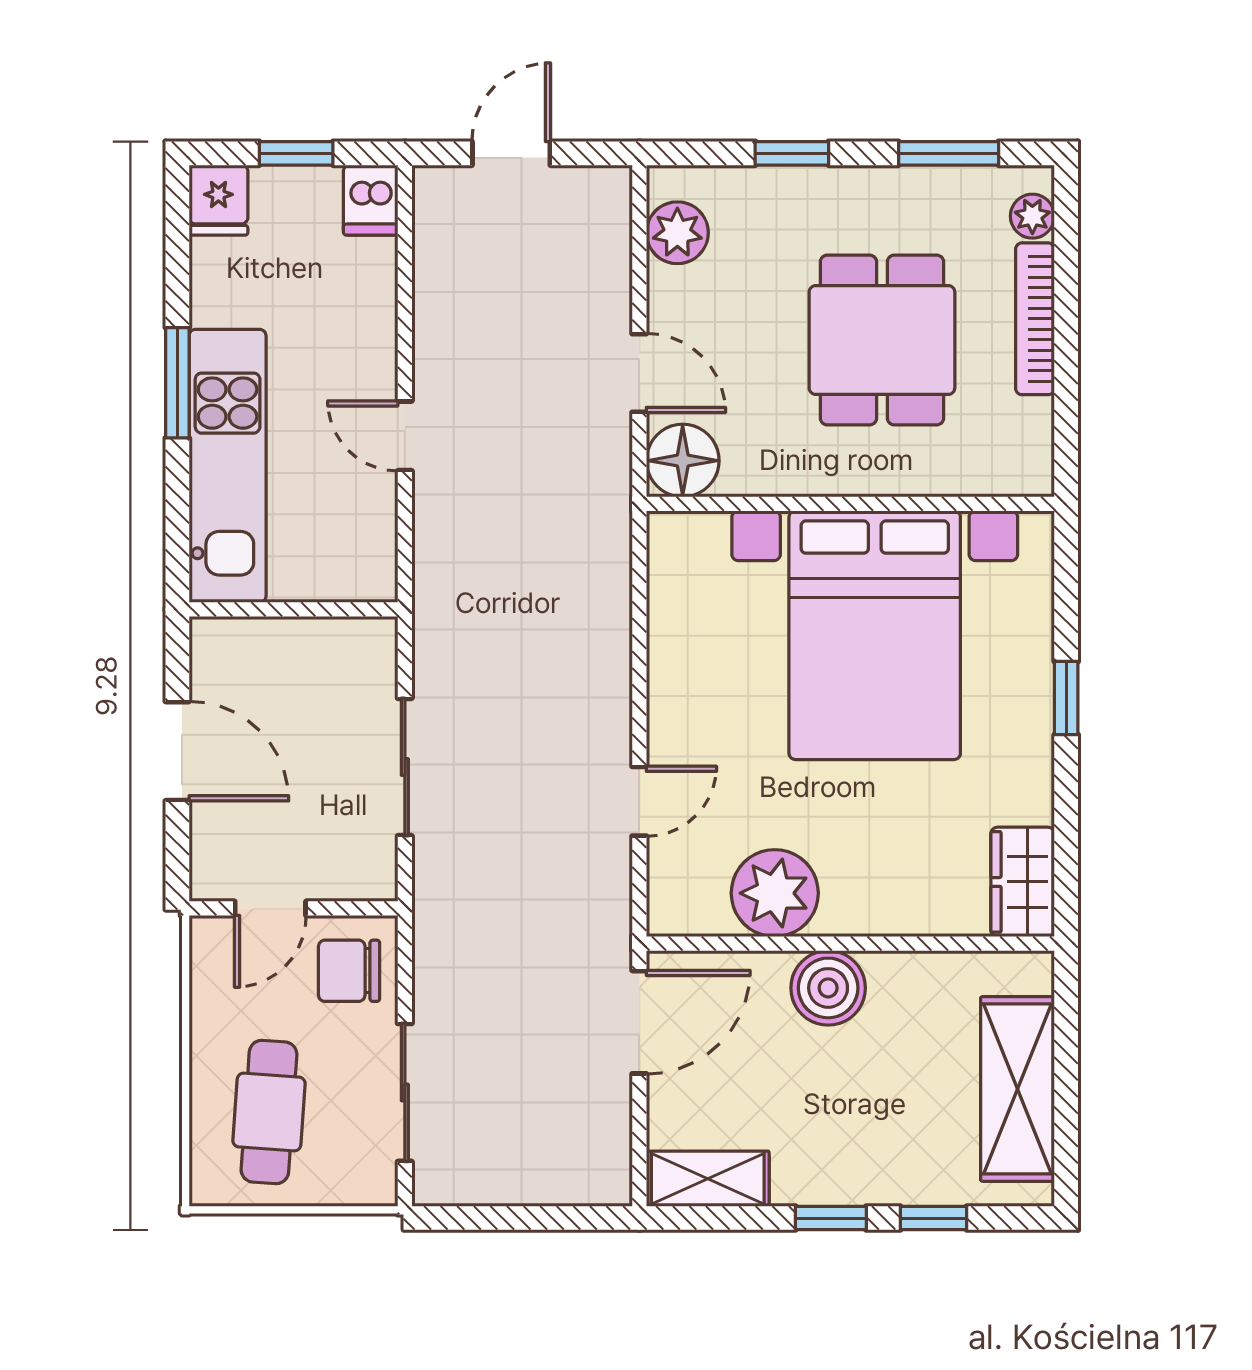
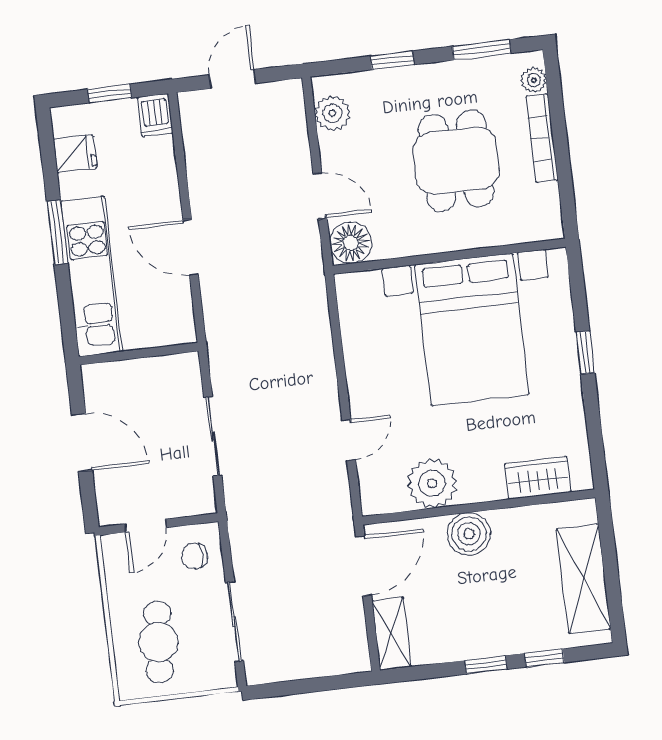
fridge: (218, 200) -> (75, 154), moved, turned -90
door: (405, 436) -> (191, 247), width x1.38
wardrobe: (1023, 882) -> (538, 478), moved, turned 90
chair: (349, 971) -> (195, 556), width x0.73, depth x0.73
shelving: (708, 1179) -> (392, 634), moved, turned 90

